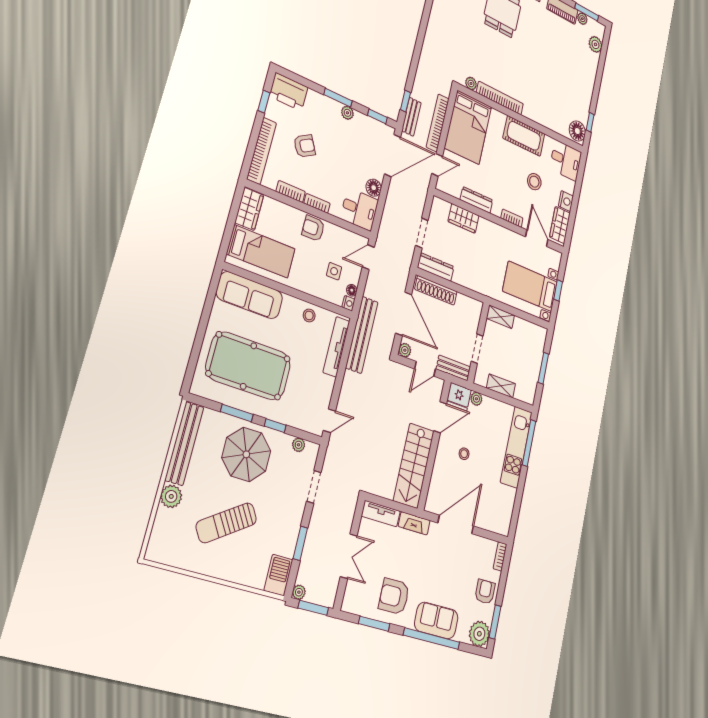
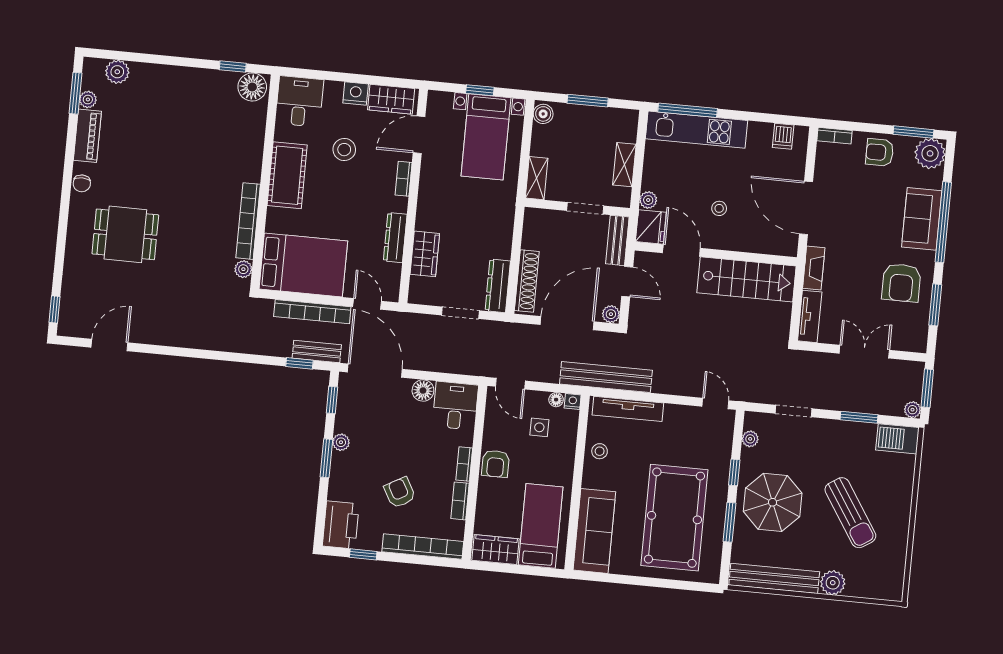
boiler: (539, 333) -> (543, 114), added
dishwasher: (504, 515) -> (783, 136), added

